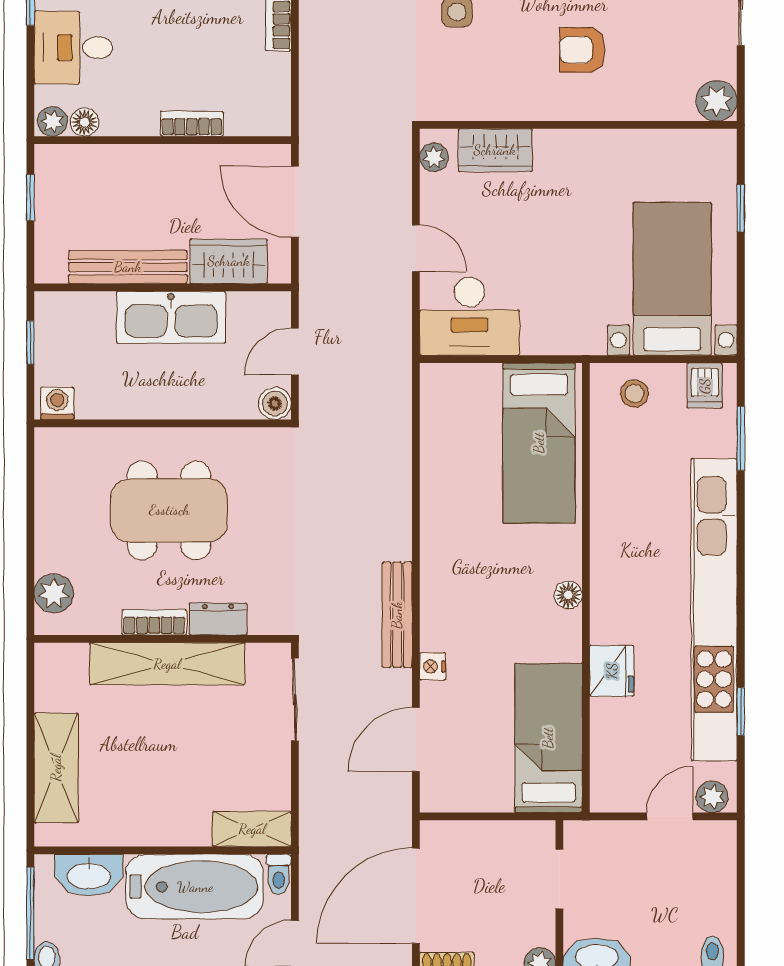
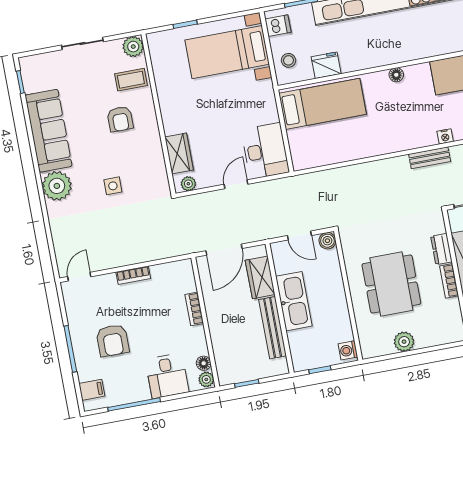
coffee table: (654, 85) -> (131, 80), added
plant: (54, 593) -> (404, 342), moved
bench: (397, 615) -> (430, 158), width x0.73
fridge: (612, 671) -> (326, 65), moved

